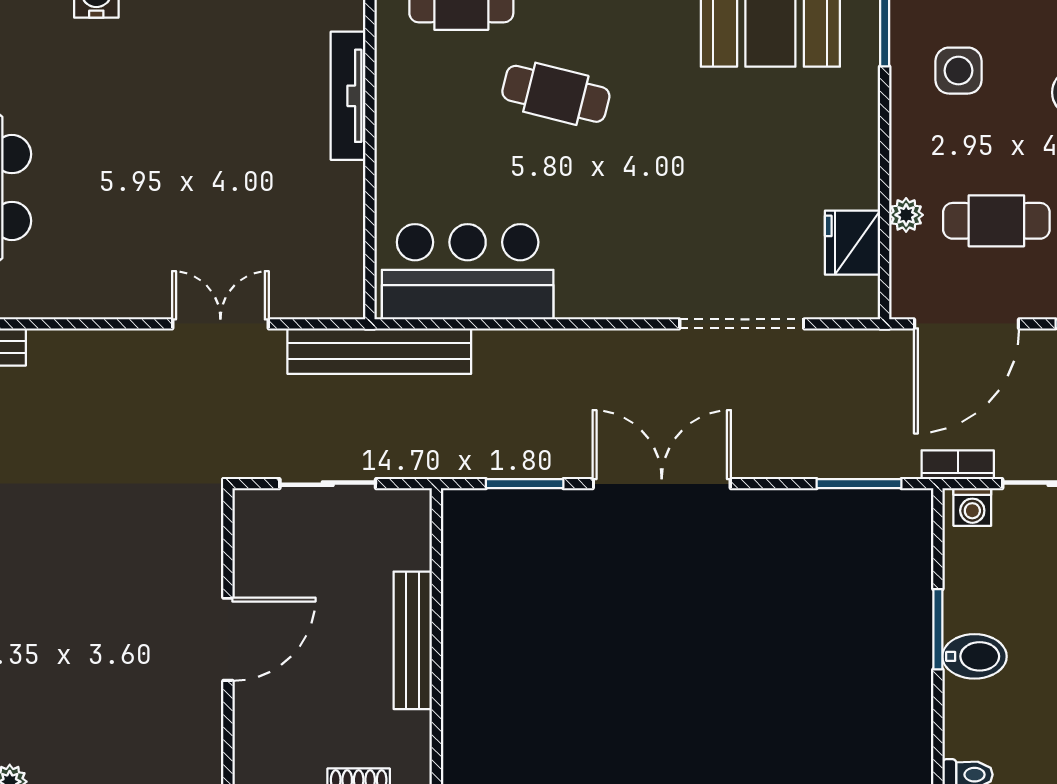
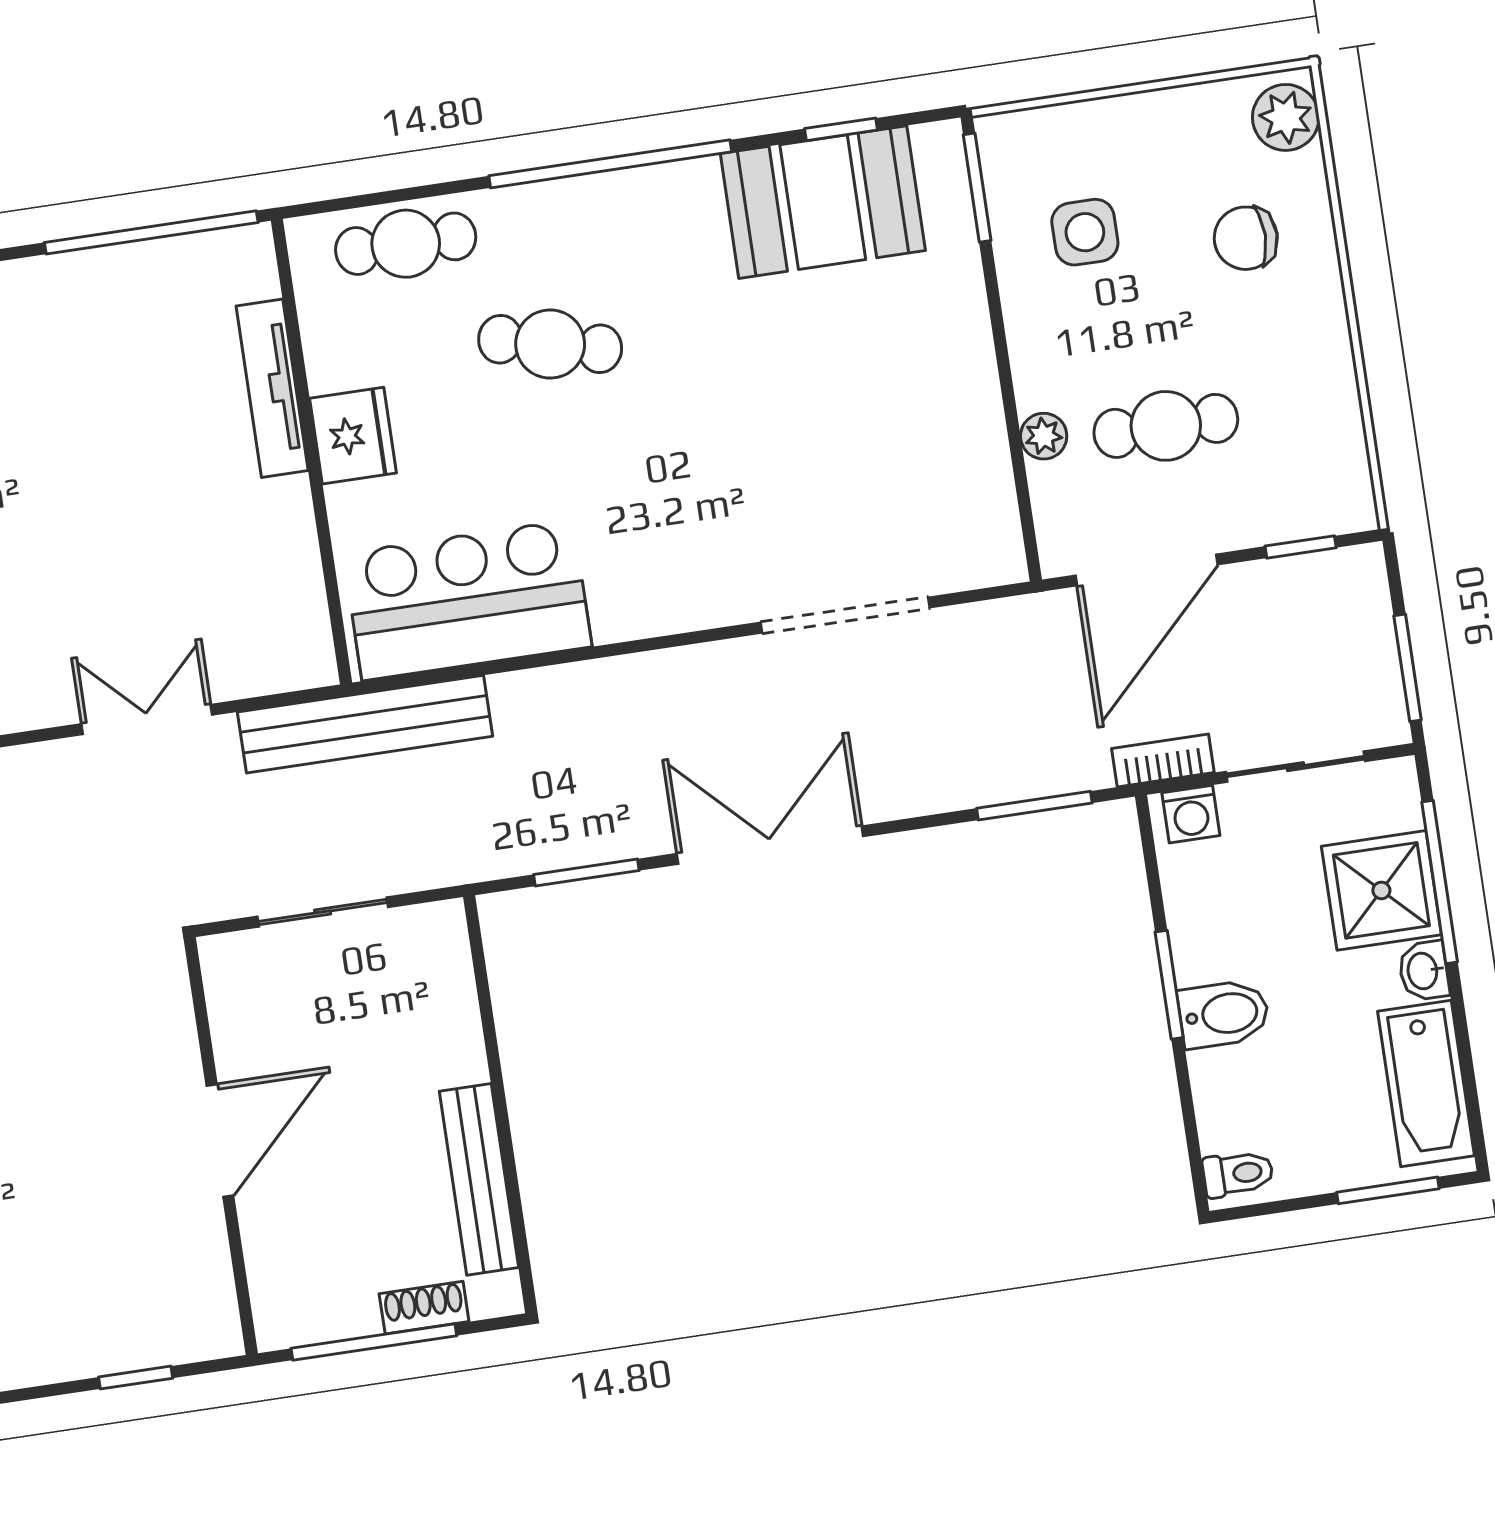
fridge: (853, 243) -> (353, 436), moved, turned 180
bench: (413, 640) -> (479, 1179), moved

